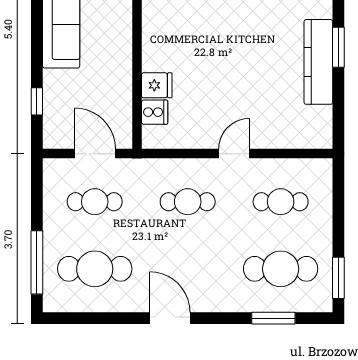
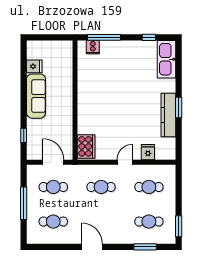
fridge: (157, 85) -> (148, 152), moved, turned -90
cooker: (155, 112) -> (86, 146), width x1.87, depth x1.31
window: (37, 262) -> (24, 203), moved
cafe table: (95, 269) -> (53, 222), width x0.73, depth x0.74
cafe table: (281, 269) -> (149, 222), width x0.73, depth x0.74

